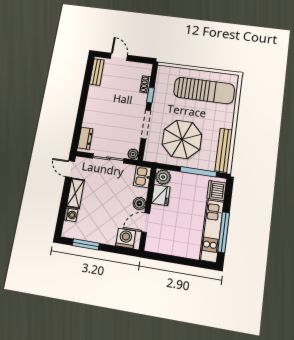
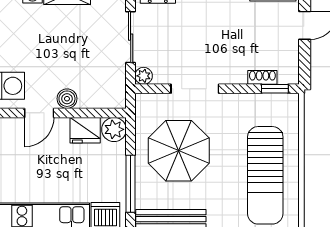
window: (150, 95) -> (275, 89), moved
kitchen sink: (142, 177) -> (110, 97), removed
door: (146, 223) -> (39, 113), swing flipped

